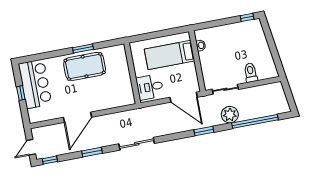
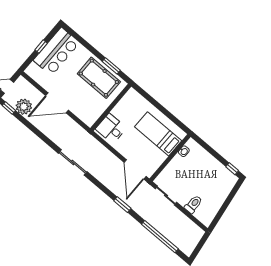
wall: (132, 73) -> (111, 107), moved
desk: (150, 87) -> (111, 129), moved
plant: (230, 115) -> (24, 107), moved
window: (92, 152) -> (40, 134), removed

